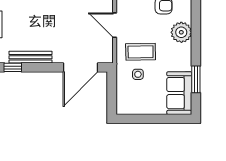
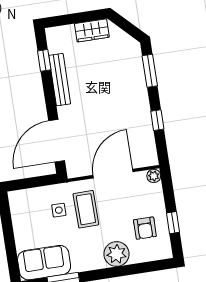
door: (115, 25) -> (113, 174), width x1.36
door: (80, 67) -> (57, 141), hinge flipped

